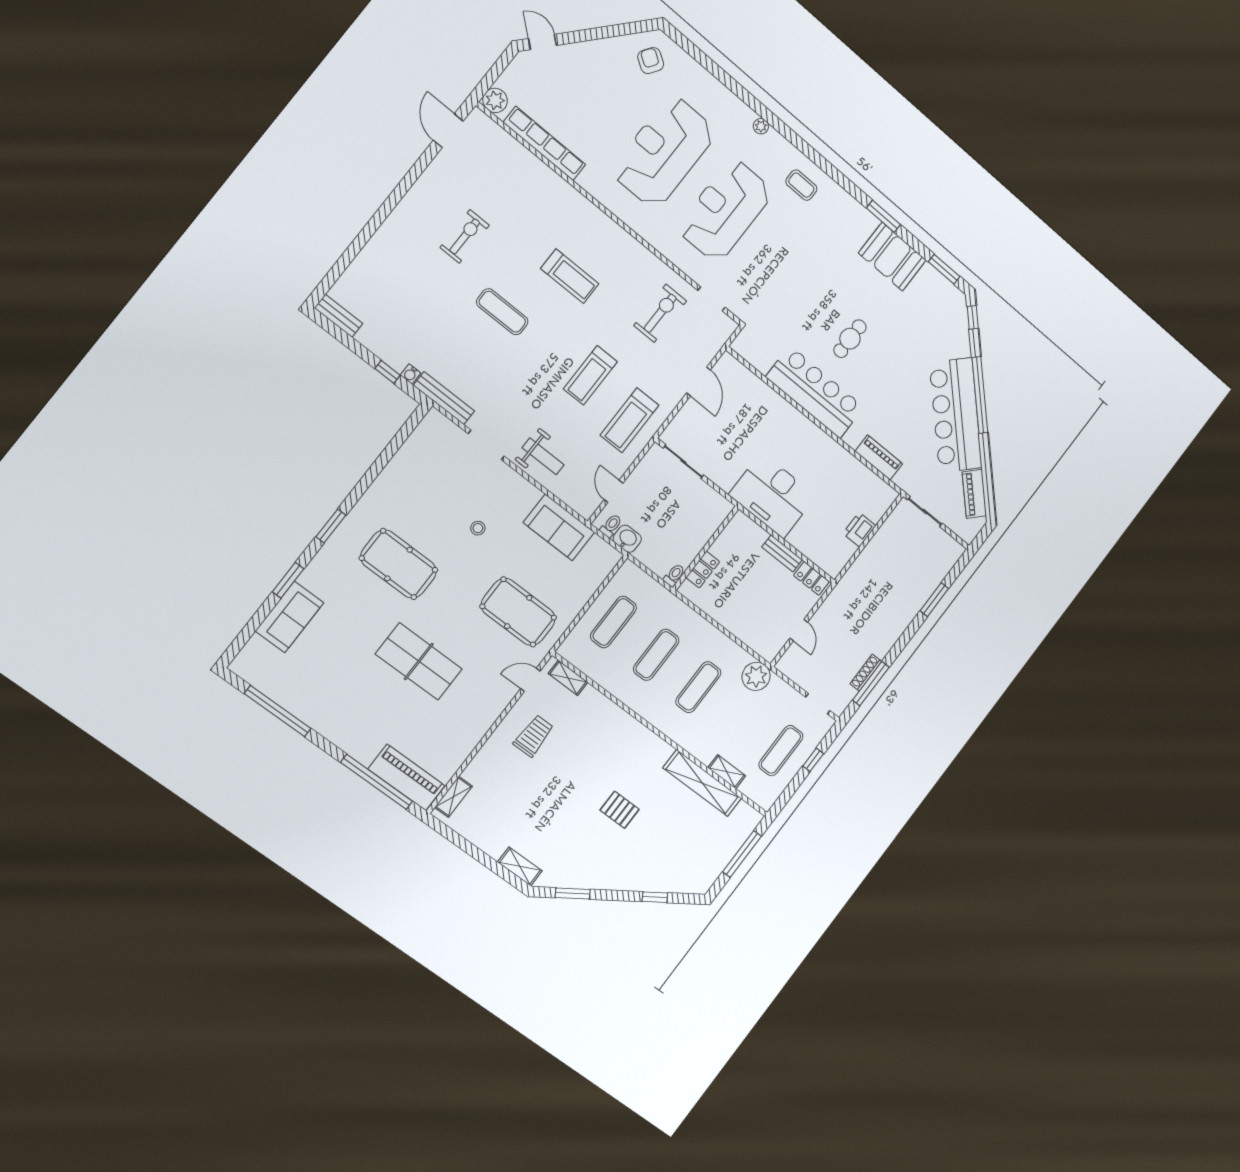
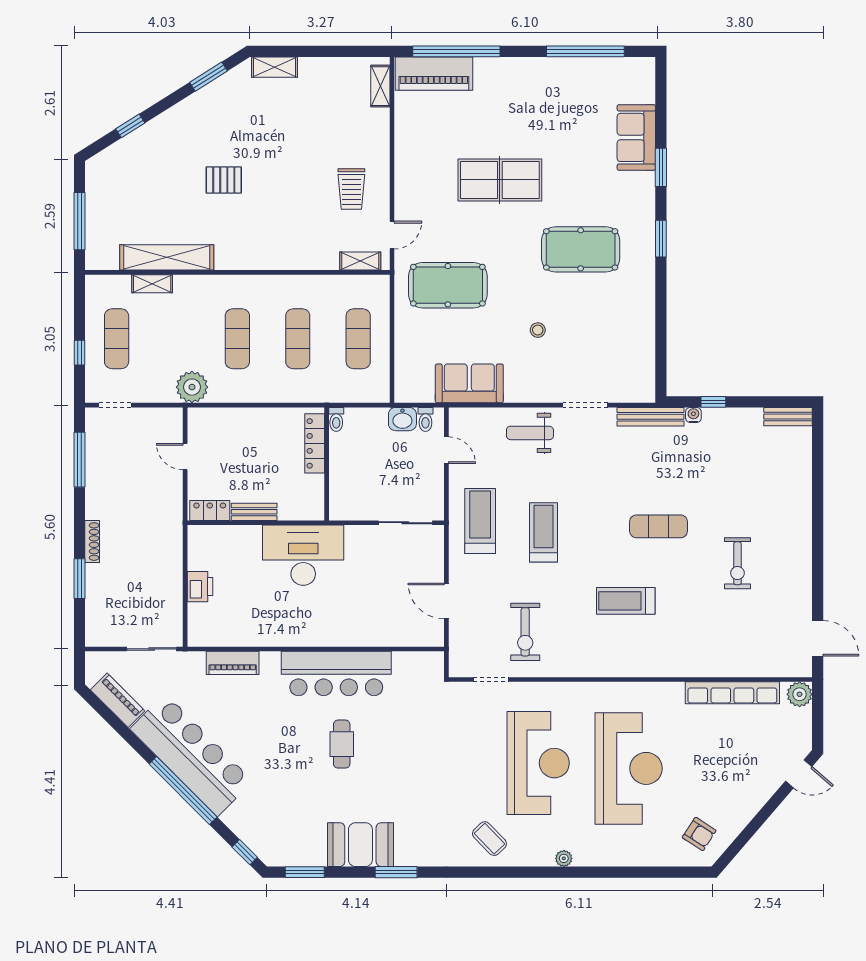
coffee table: (801, 185) -> (489, 839), turned 46
locker: (703, 570) -> (315, 443), width x1.53
shoe rack: (866, 673) -> (92, 542), moved

